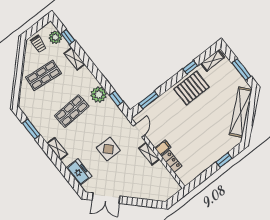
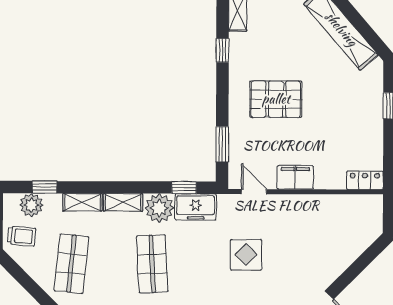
pallet: (192, 88) -> (276, 99), moved, turned 90
freezer: (112, 110) -> (196, 207), added
filing cabinet: (163, 148) -> (295, 177), width x2.00
shelving: (149, 154) -> (123, 202), moved
locker: (172, 161) -> (365, 180), moved

